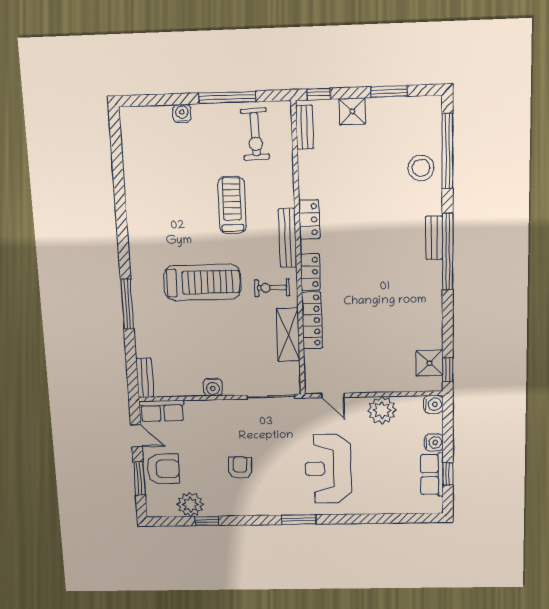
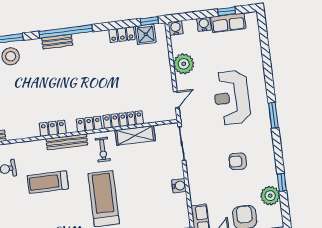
locker: (433, 330) -> (122, 35), added
reception desk: (328, 469) -> (232, 98), turned 90

